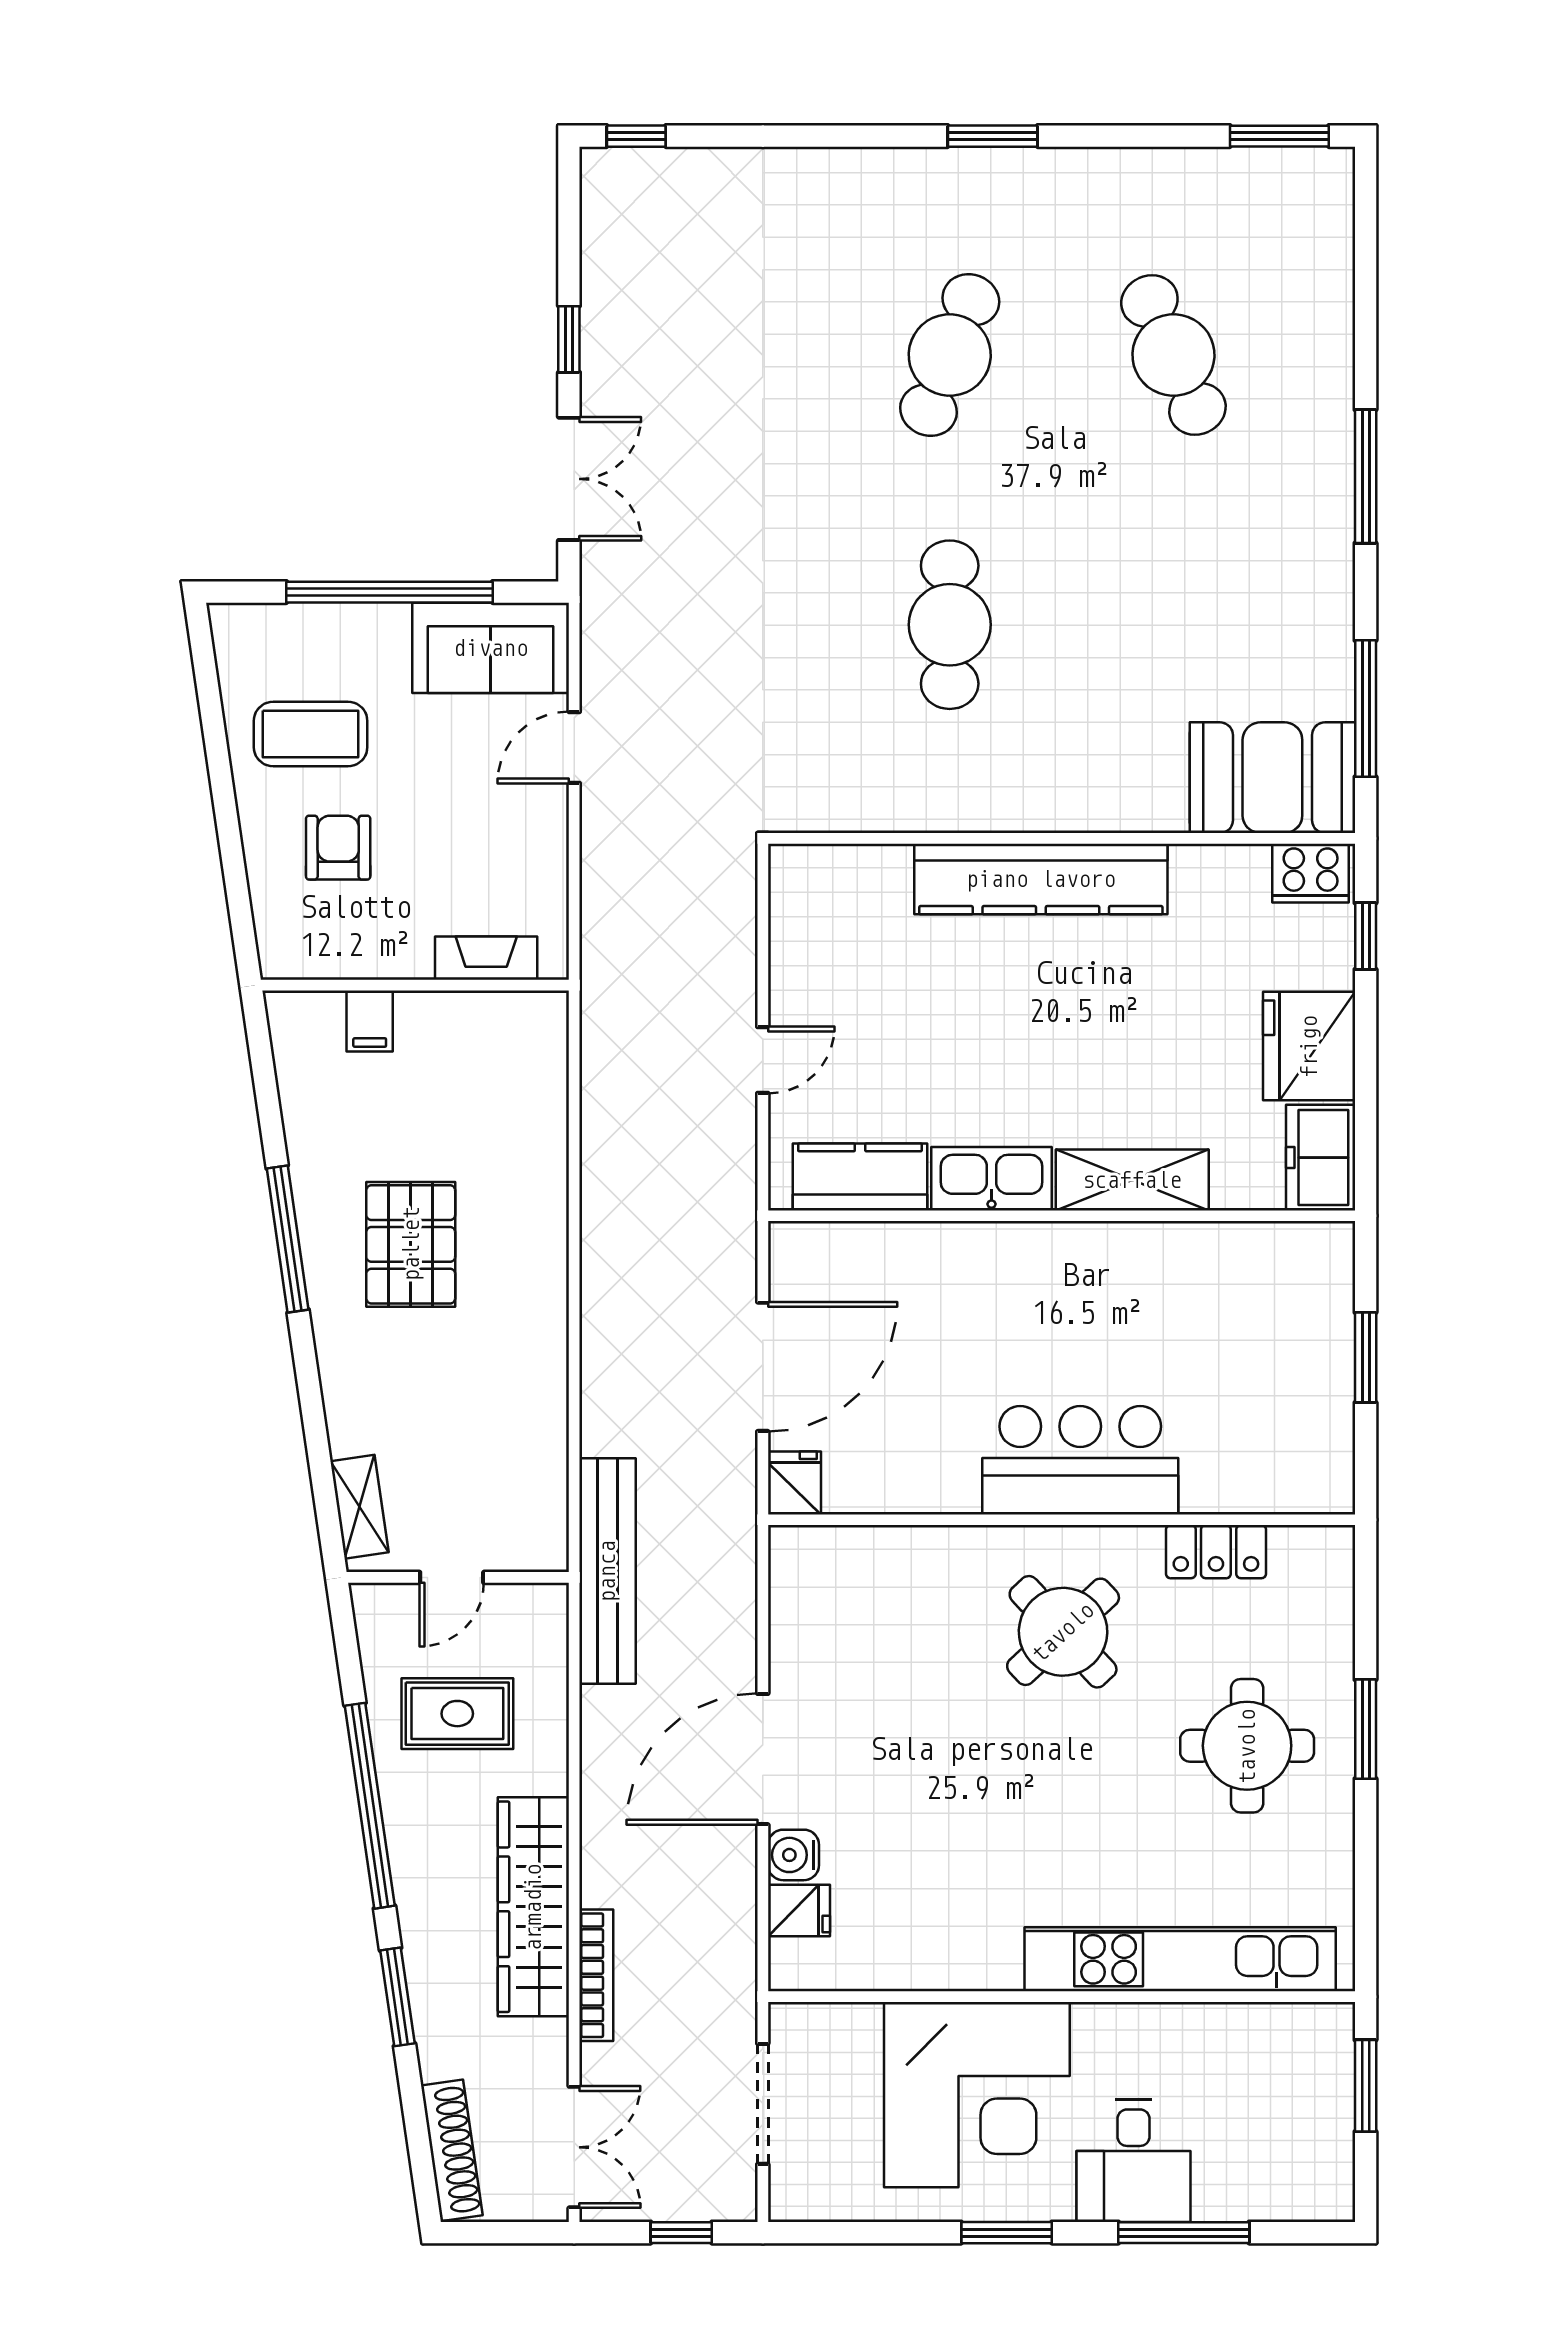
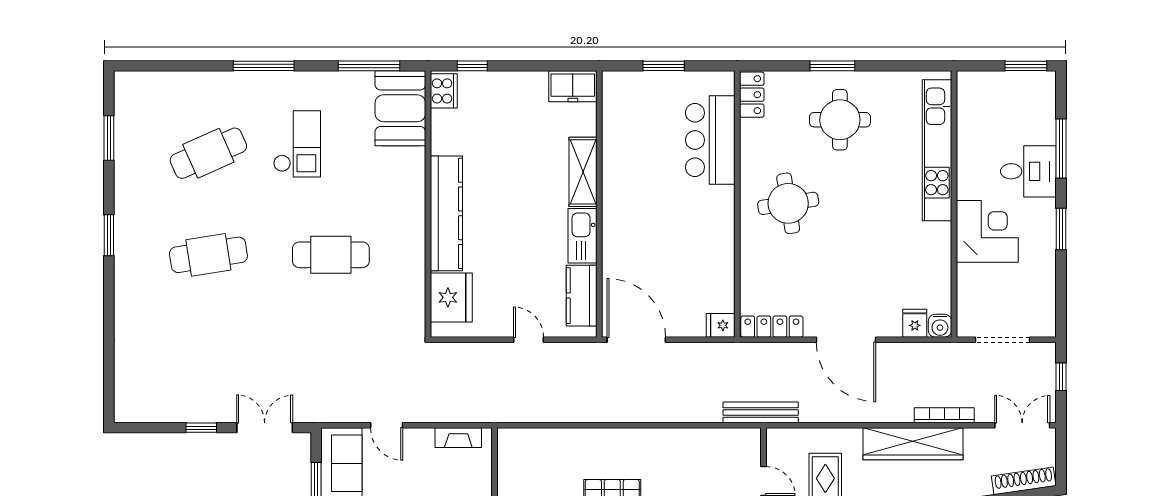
window: (636, 136) -> (109, 397), removed
window: (1279, 136) -> (109, 138), moved
cafe table: (950, 355) -> (208, 255), turned -30
checkout: (1194, 550) -> (297, 144), added
fireplace: (486, 958) -> (458, 438), moved, turned -90
fridge: (1309, 1046) -> (451, 297), moved, turned -90
door: (763, 1367) -> (636, 340), moved
bar counter: (1080, 1460) -> (710, 140), moved
locker: (1216, 1552) -> (752, 95), moved
bench: (607, 1571) -> (761, 412), width x0.73, depth x0.82
locker: (792, 1596) -> (772, 327), added
round table: (1063, 1632) -> (788, 203), turned 34
water cooler: (793, 1855) -> (940, 326), moved
window: (1366, 2086) -> (1026, 66), moved
corner desk: (977, 2095) -> (987, 231), width x0.74, depth x0.74

